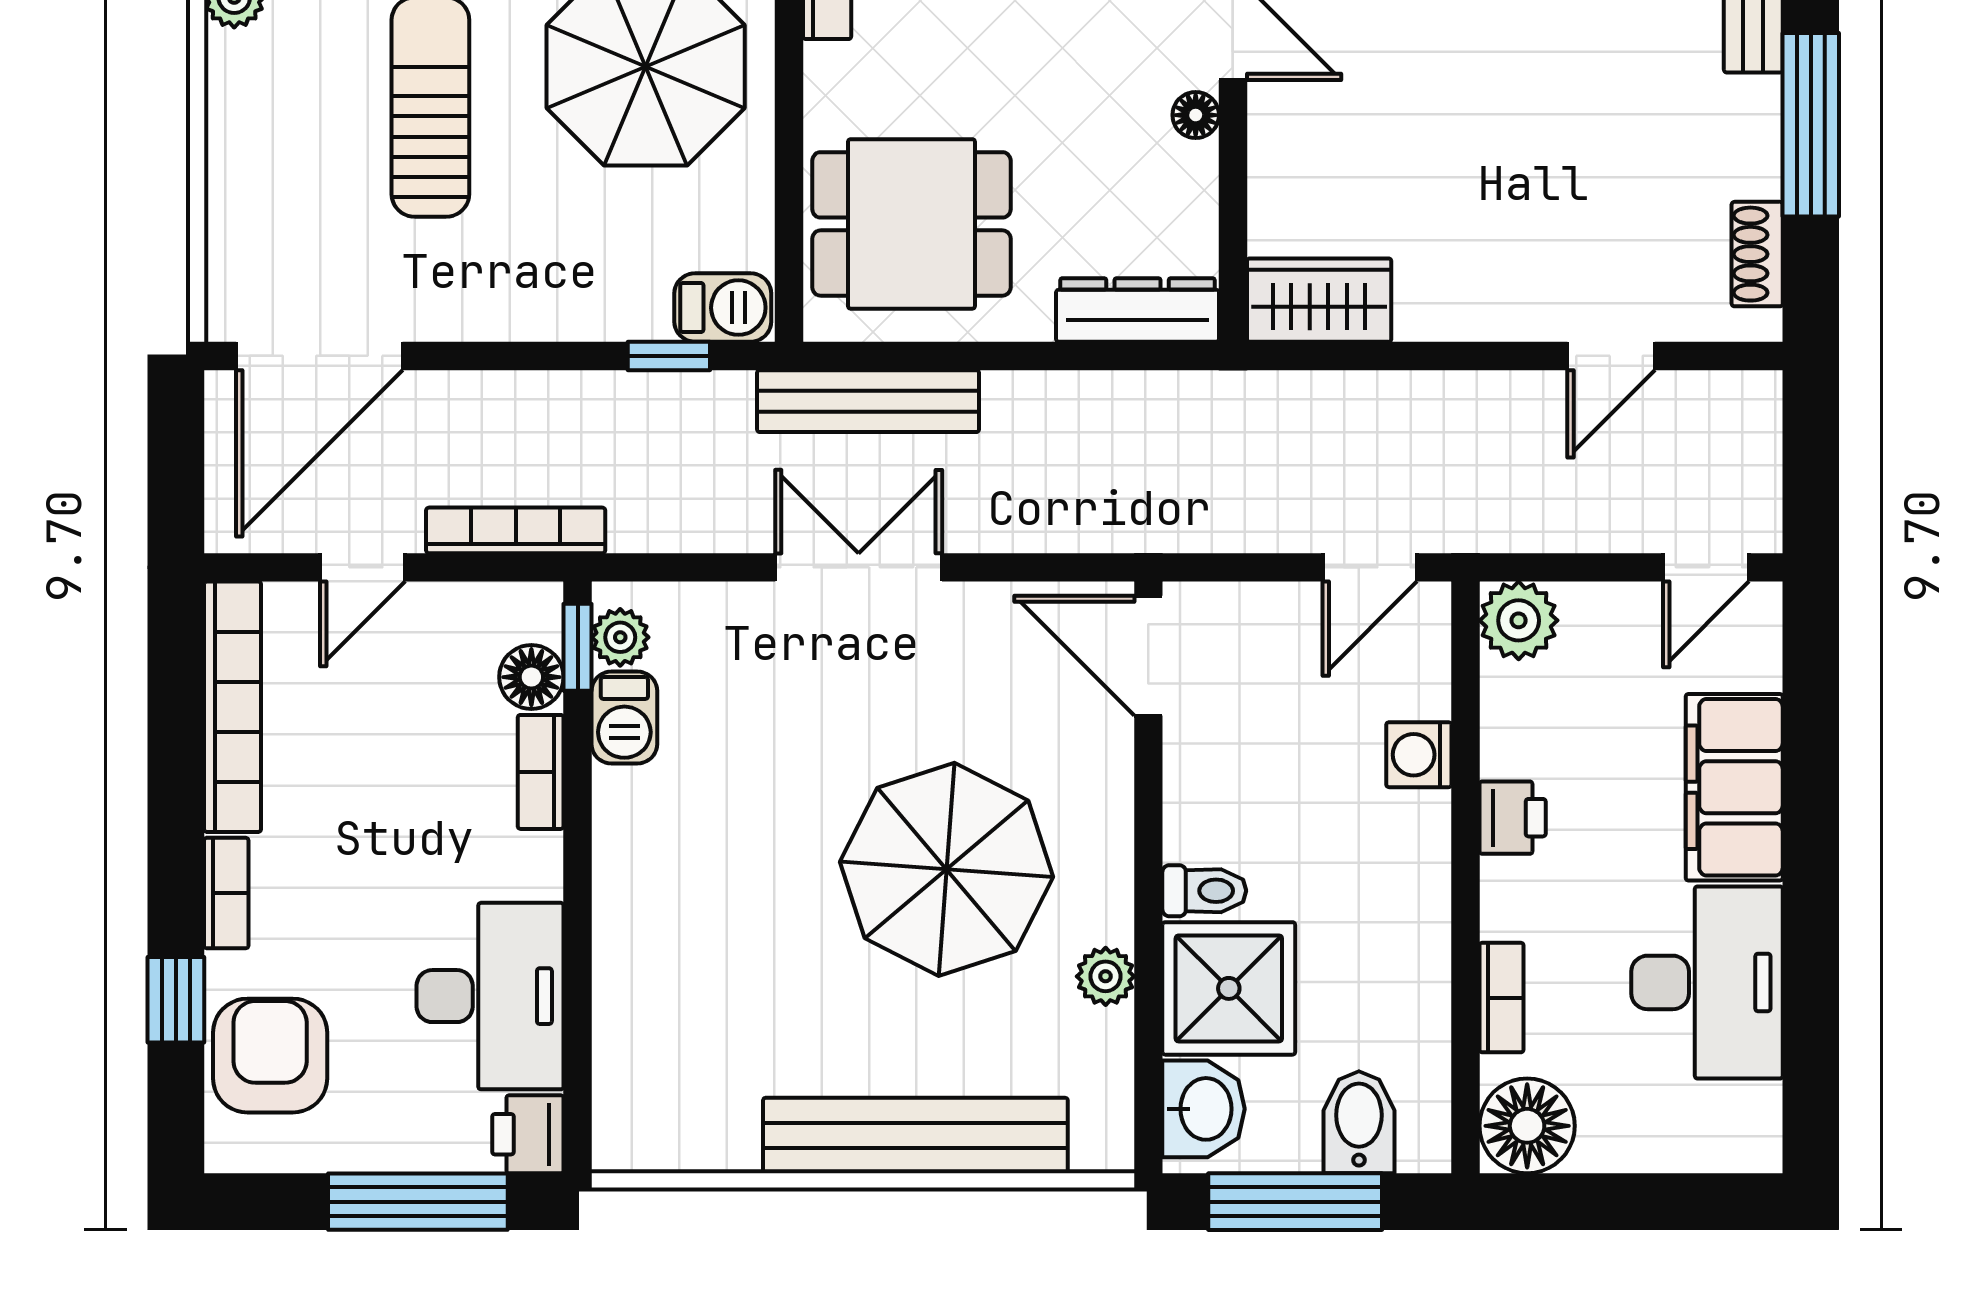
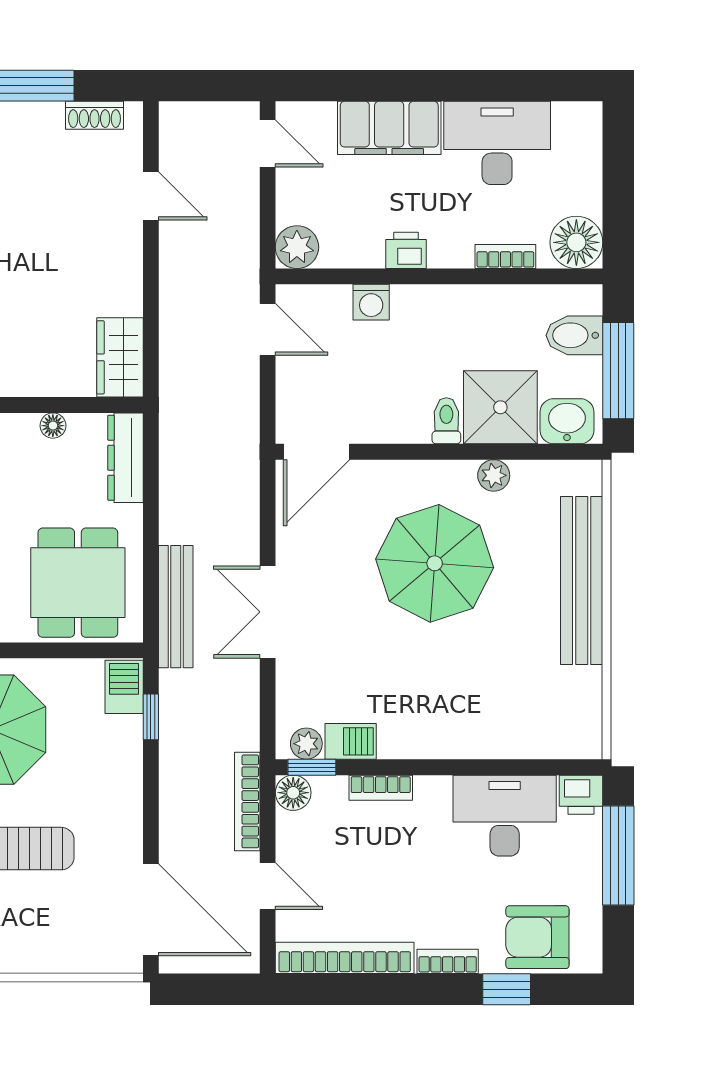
floor lamp: (1196, 115) -> (53, 426), moved
floor lamp: (531, 677) -> (293, 793), moved

